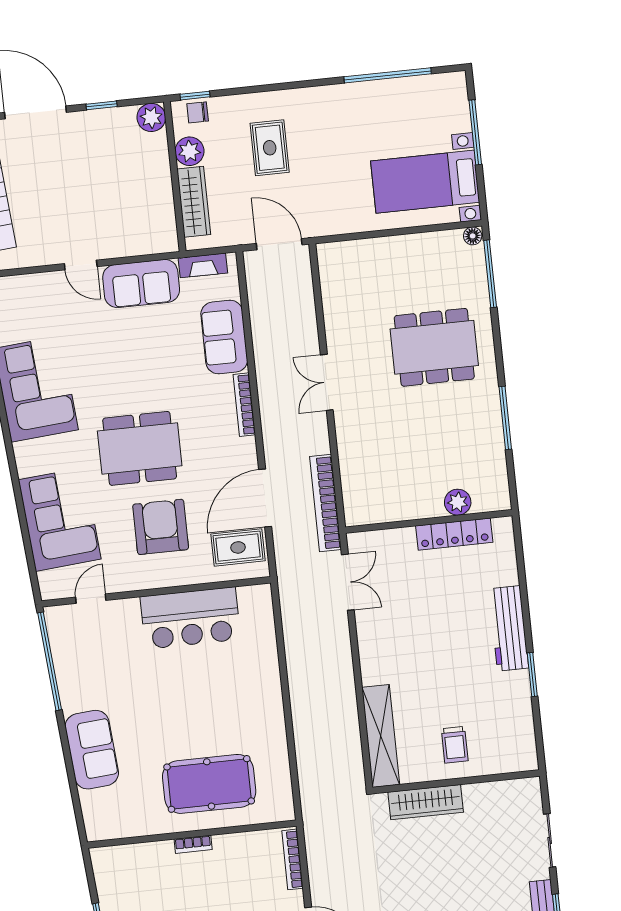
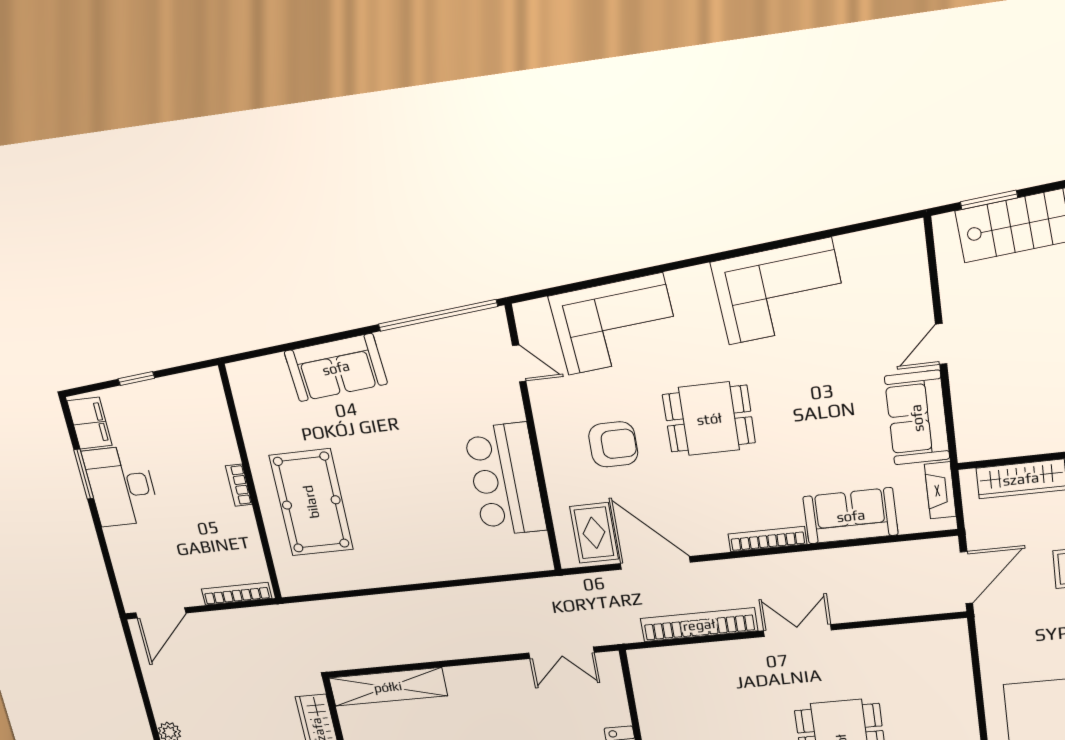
dining table: (140, 448) -> (709, 419), width x0.73
bookcase: (326, 503) -> (699, 625), moved
armchair: (161, 527) -> (613, 444), width x0.73, depth x0.73

